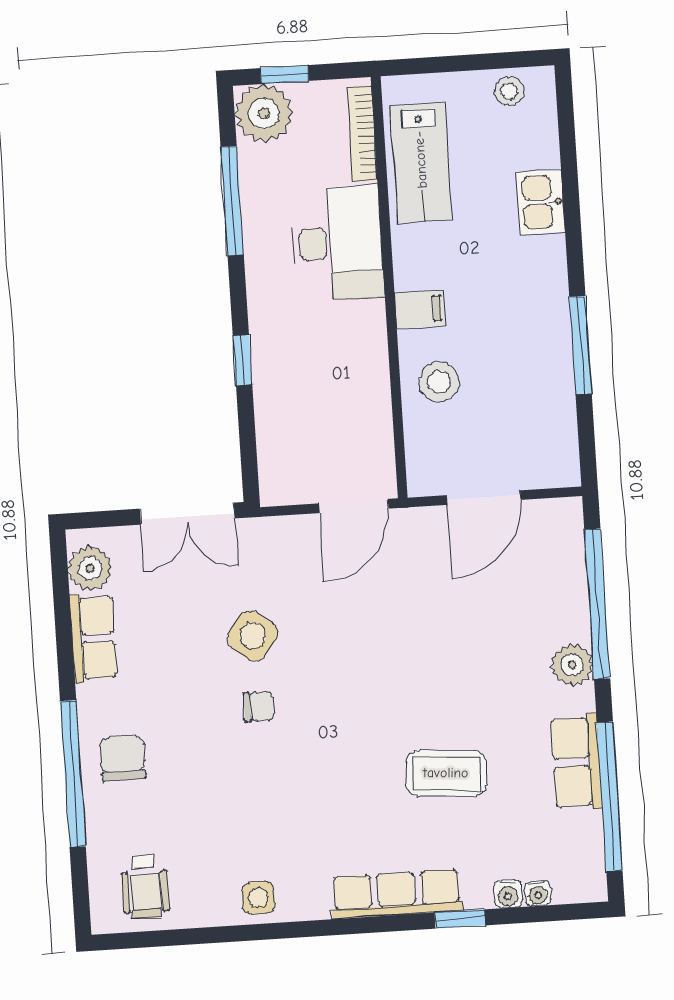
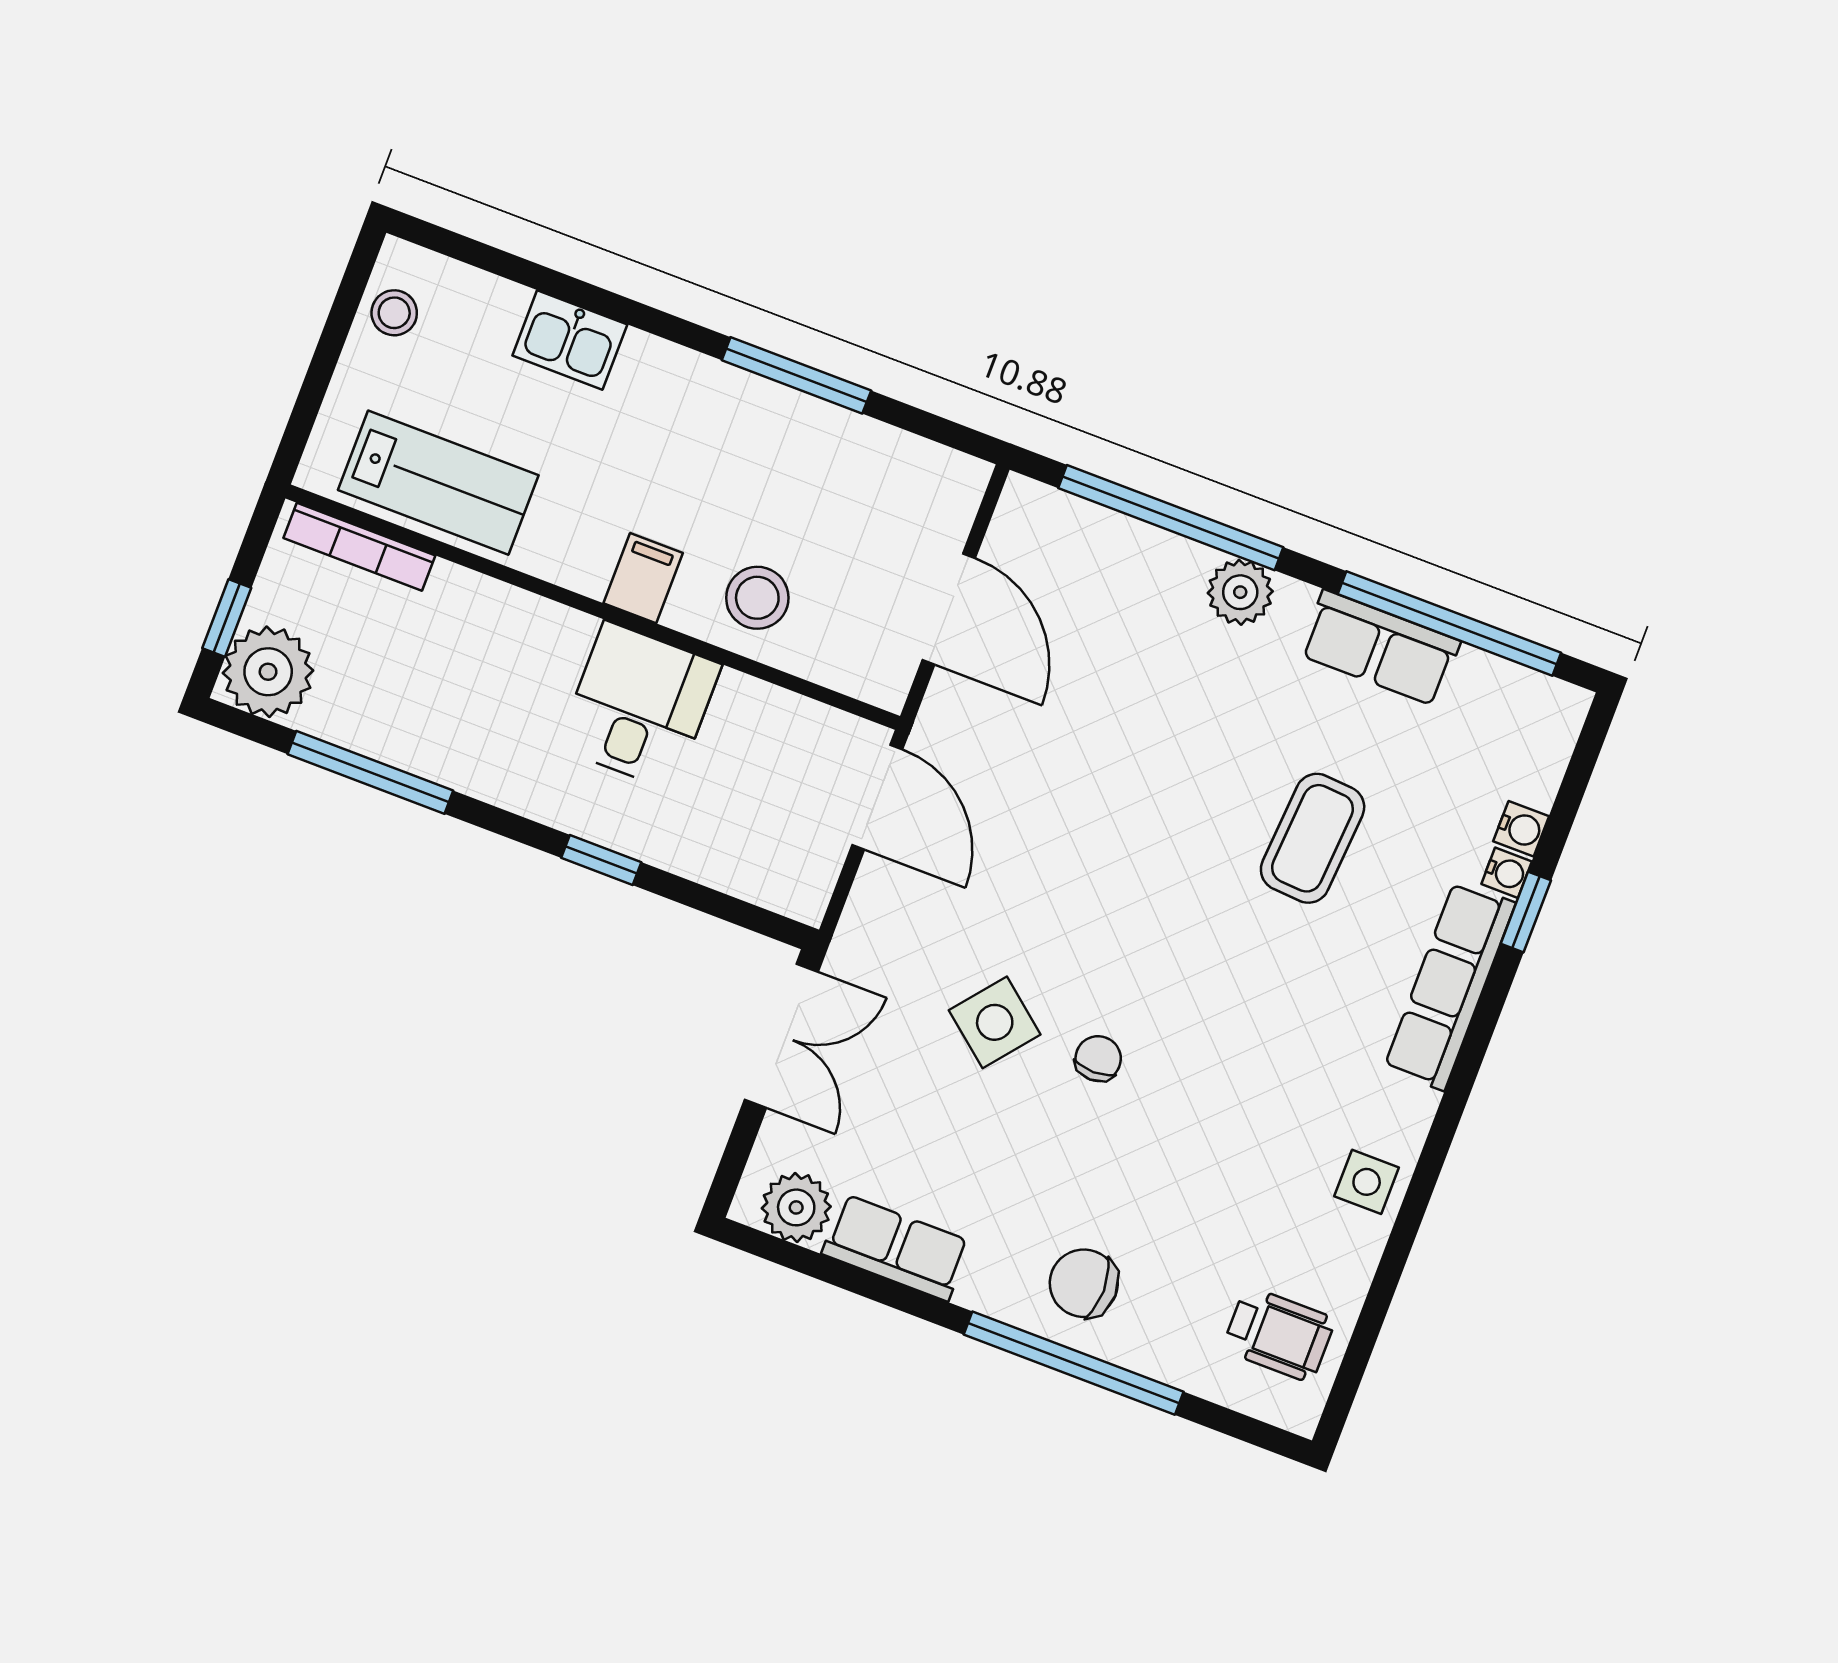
desk: (337, 243) -> (639, 706), moved, width x0.73
water cooler: (538, 893) -> (1507, 873), moved

